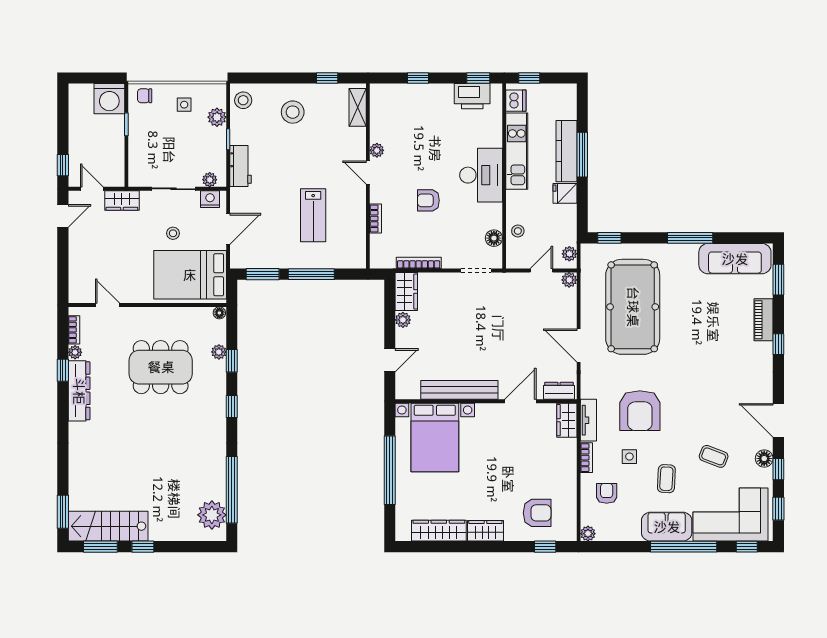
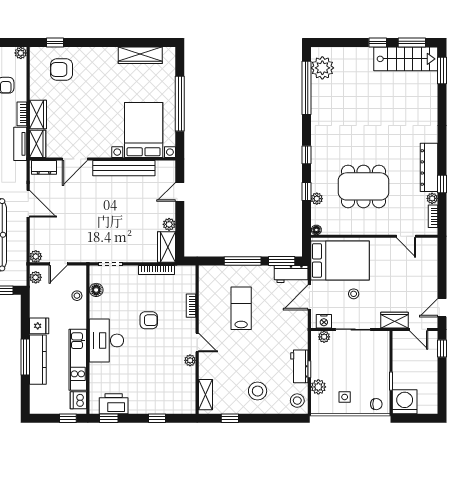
workbench: (241, 166) -> (299, 366), moved
workbench: (251, 258) -> (291, 274), added
wardrobe: (485, 531) -> (38, 115), moved, turned -90

